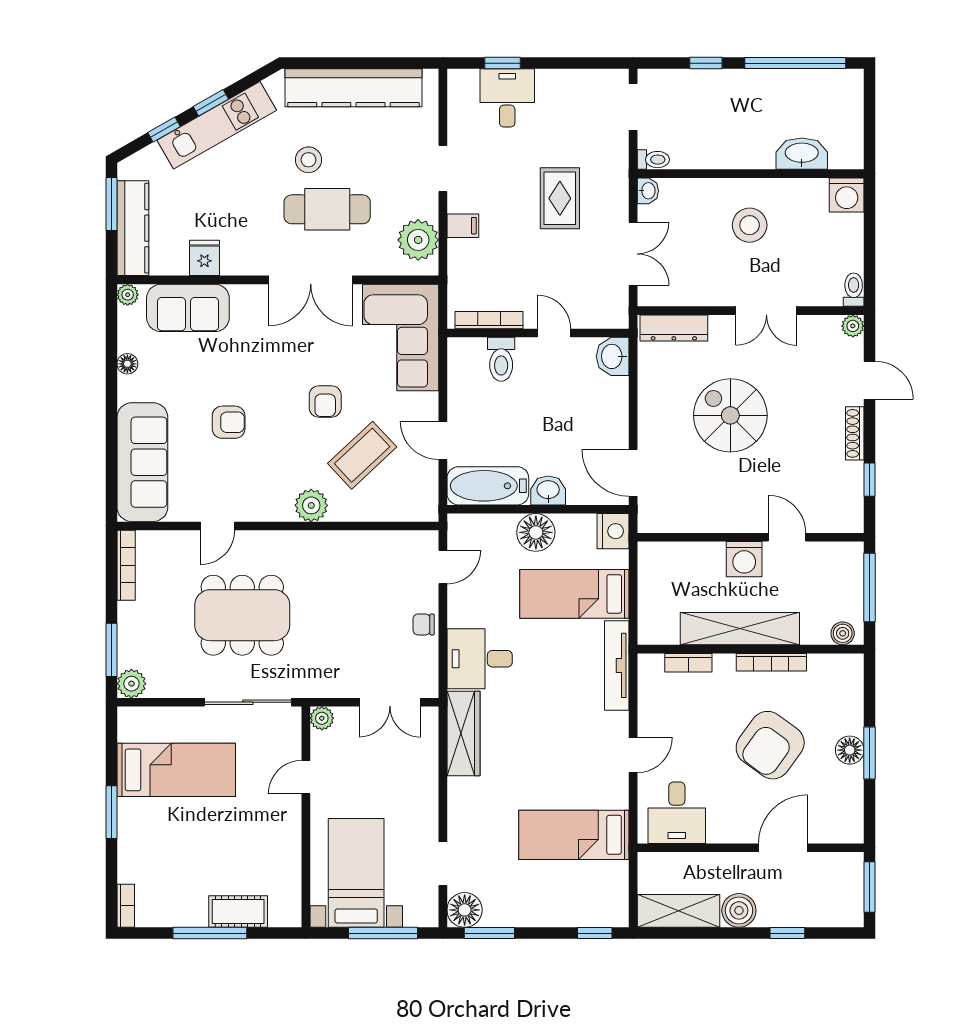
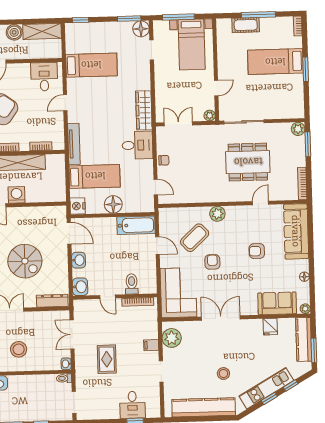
cafe table: (327, 209) -> (214, 351), removed
washbasin: (548, 490) -> (79, 260), moved, turned -90
door: (443, 567) -> (156, 187), swing flipped
bed: (176, 770) -> (275, 62), moved

